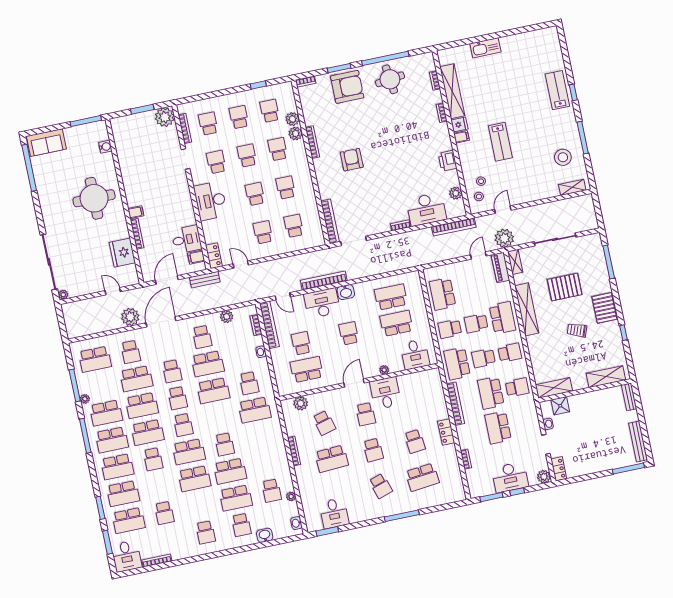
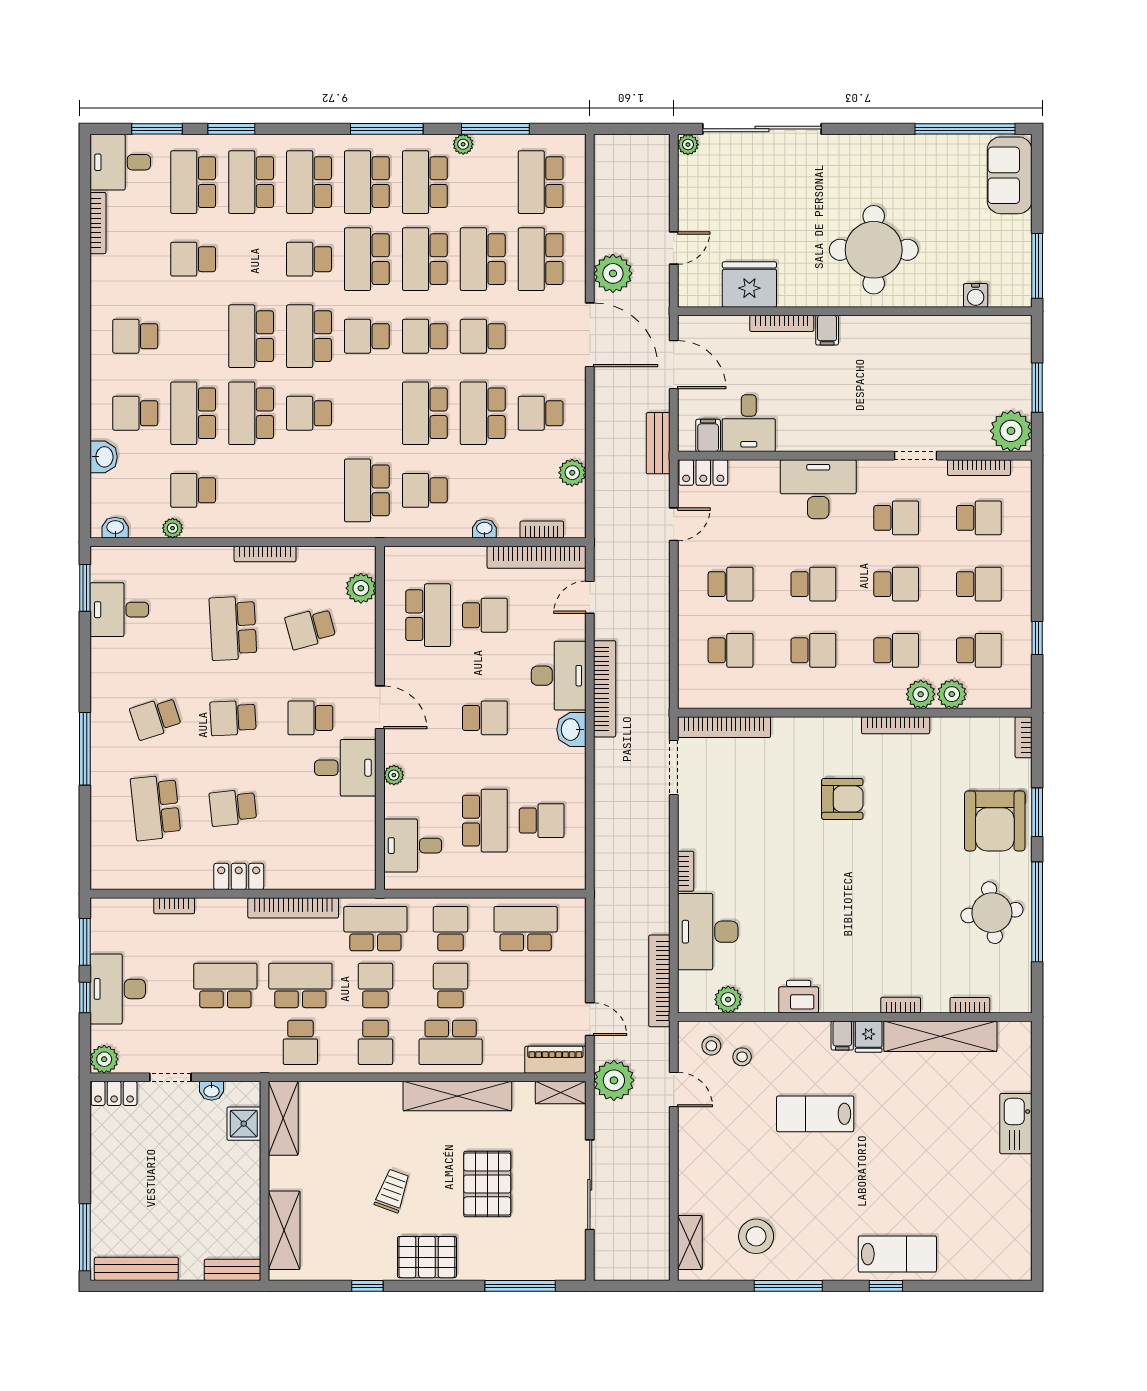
school desk: (391, 297) -> (542, 821), width x0.54
school desk: (131, 352) -> (541, 259), width x1.85

